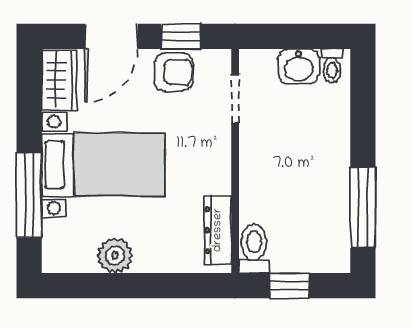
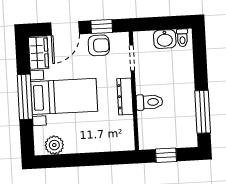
window: (29, 195) -> (25, 97), moved
dresser: (218, 230) -> (125, 96), moved
toilet: (254, 249) -> (149, 102), moved, turned 90
plant: (115, 255) -> (54, 145), moved

